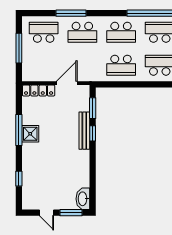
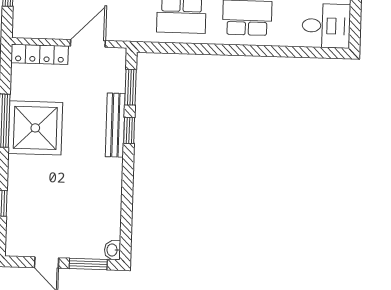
shower: (30, 134) -> (35, 128), width x1.86, depth x1.86
washbasin: (83, 199) -> (112, 250), width x0.52, depth x0.69

